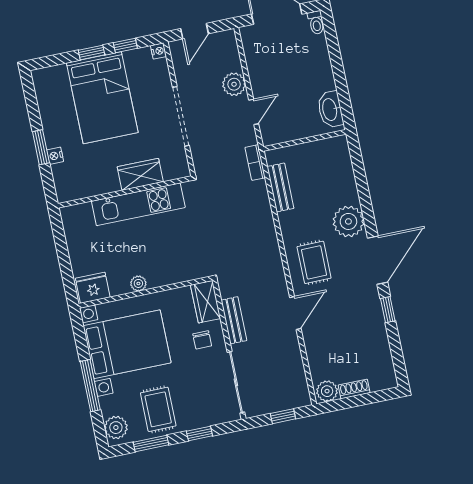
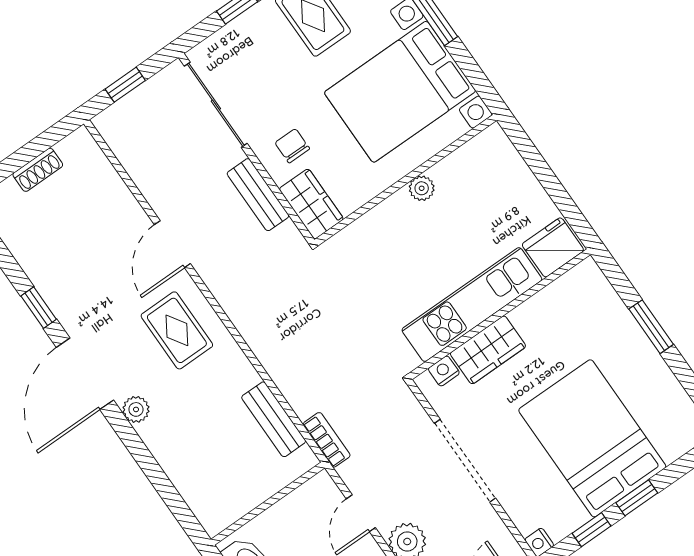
nightstand: (55, 156) -> (444, 371), moved, turned -90
plant: (348, 221) -> (136, 409), width x0.53, depth x0.53
fridge: (93, 288) -> (553, 247), moved, turned 180
plant: (327, 391) -> (76, 149), removed

